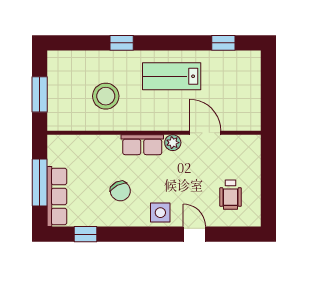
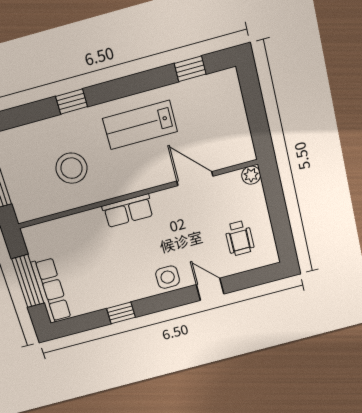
plant: (173, 143) -> (251, 175), moved
chair: (120, 191) -> (118, 266), removed
window: (86, 234) -> (121, 313), moved

